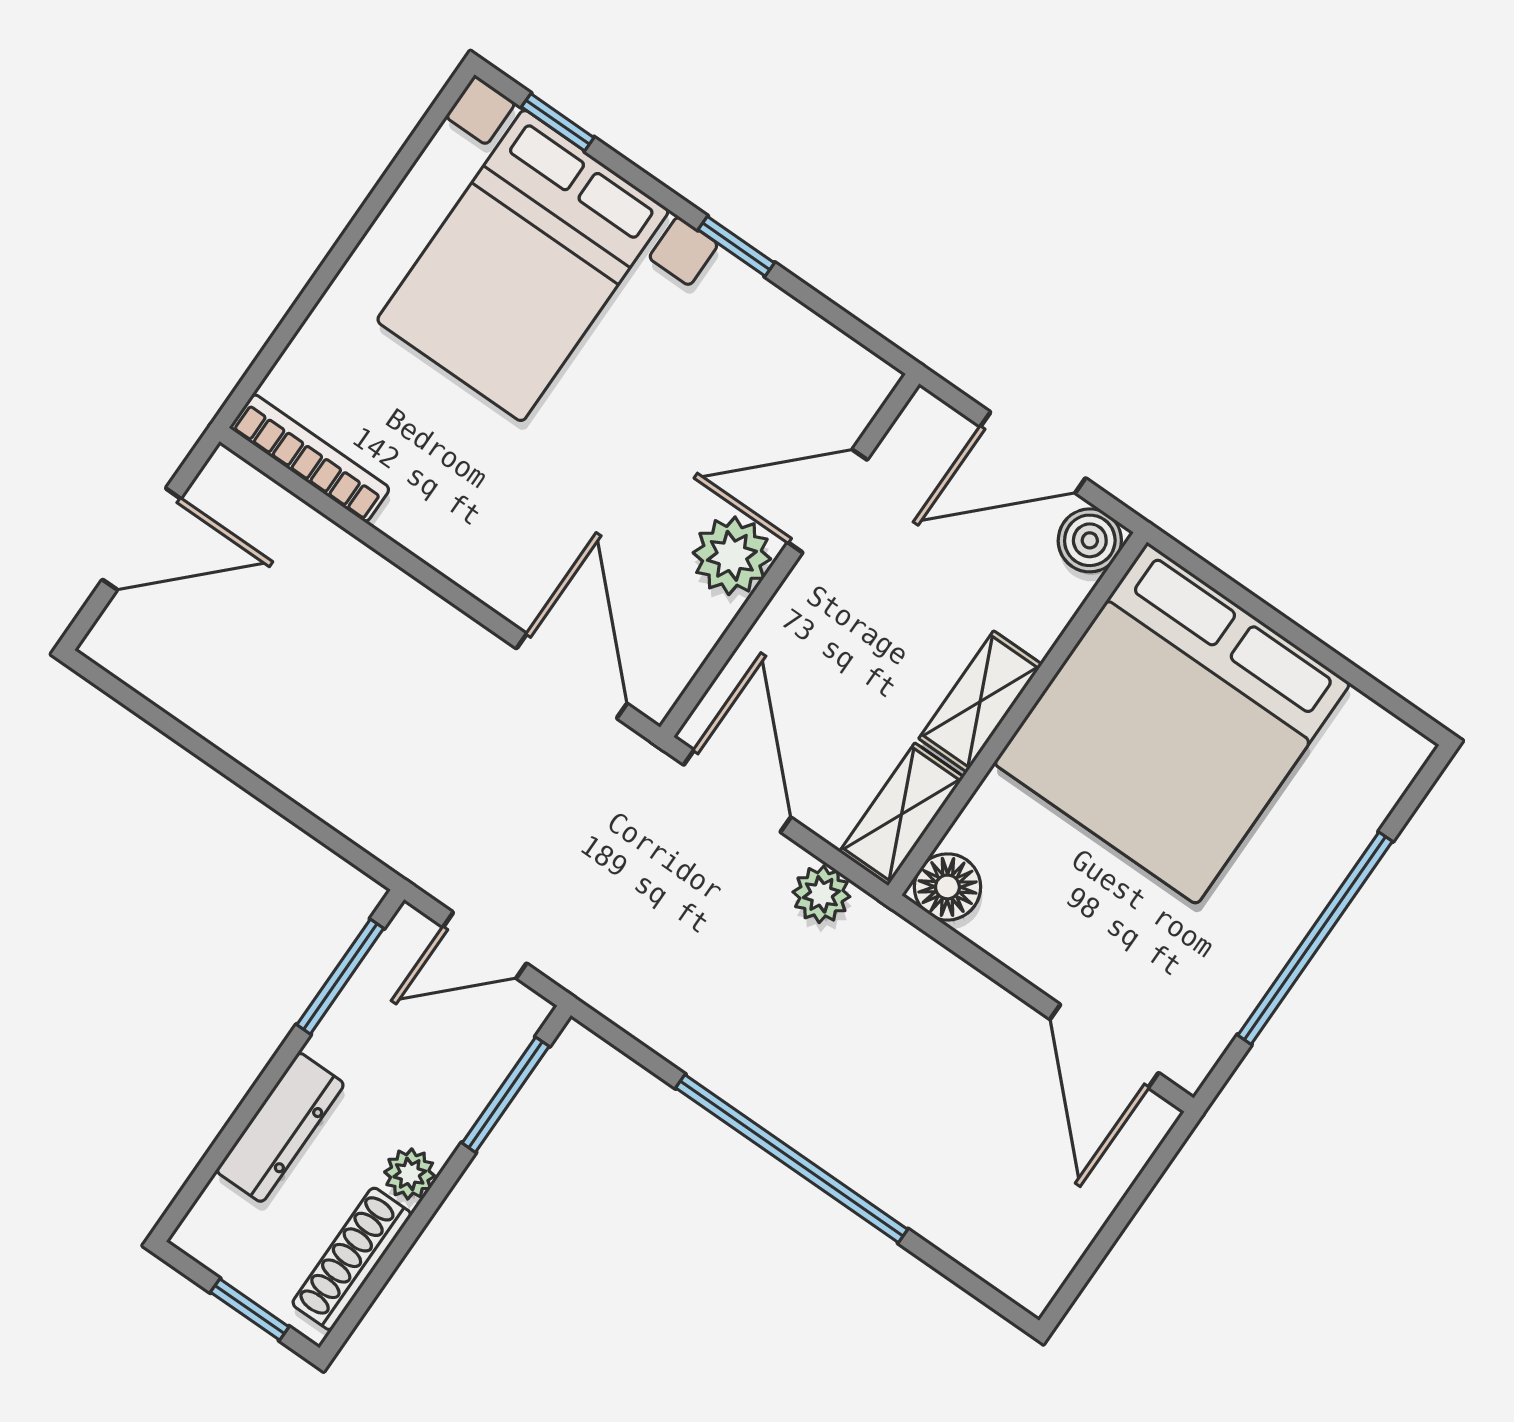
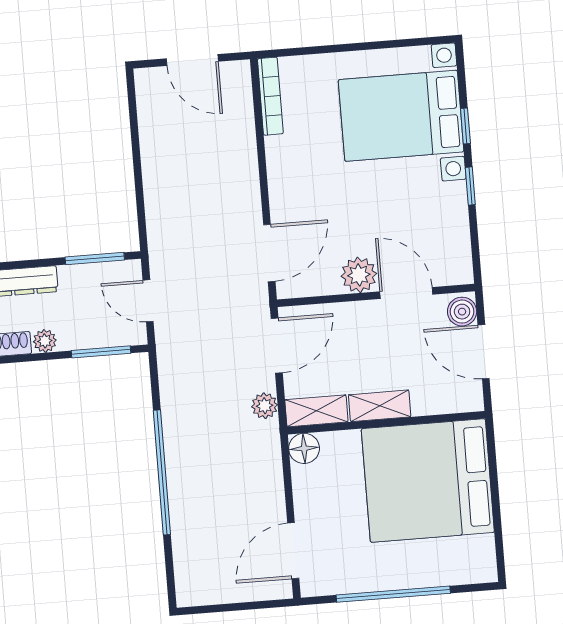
window: (558, 122) -> (465, 126), moved
boiler: (1090, 540) -> (462, 312), moved

